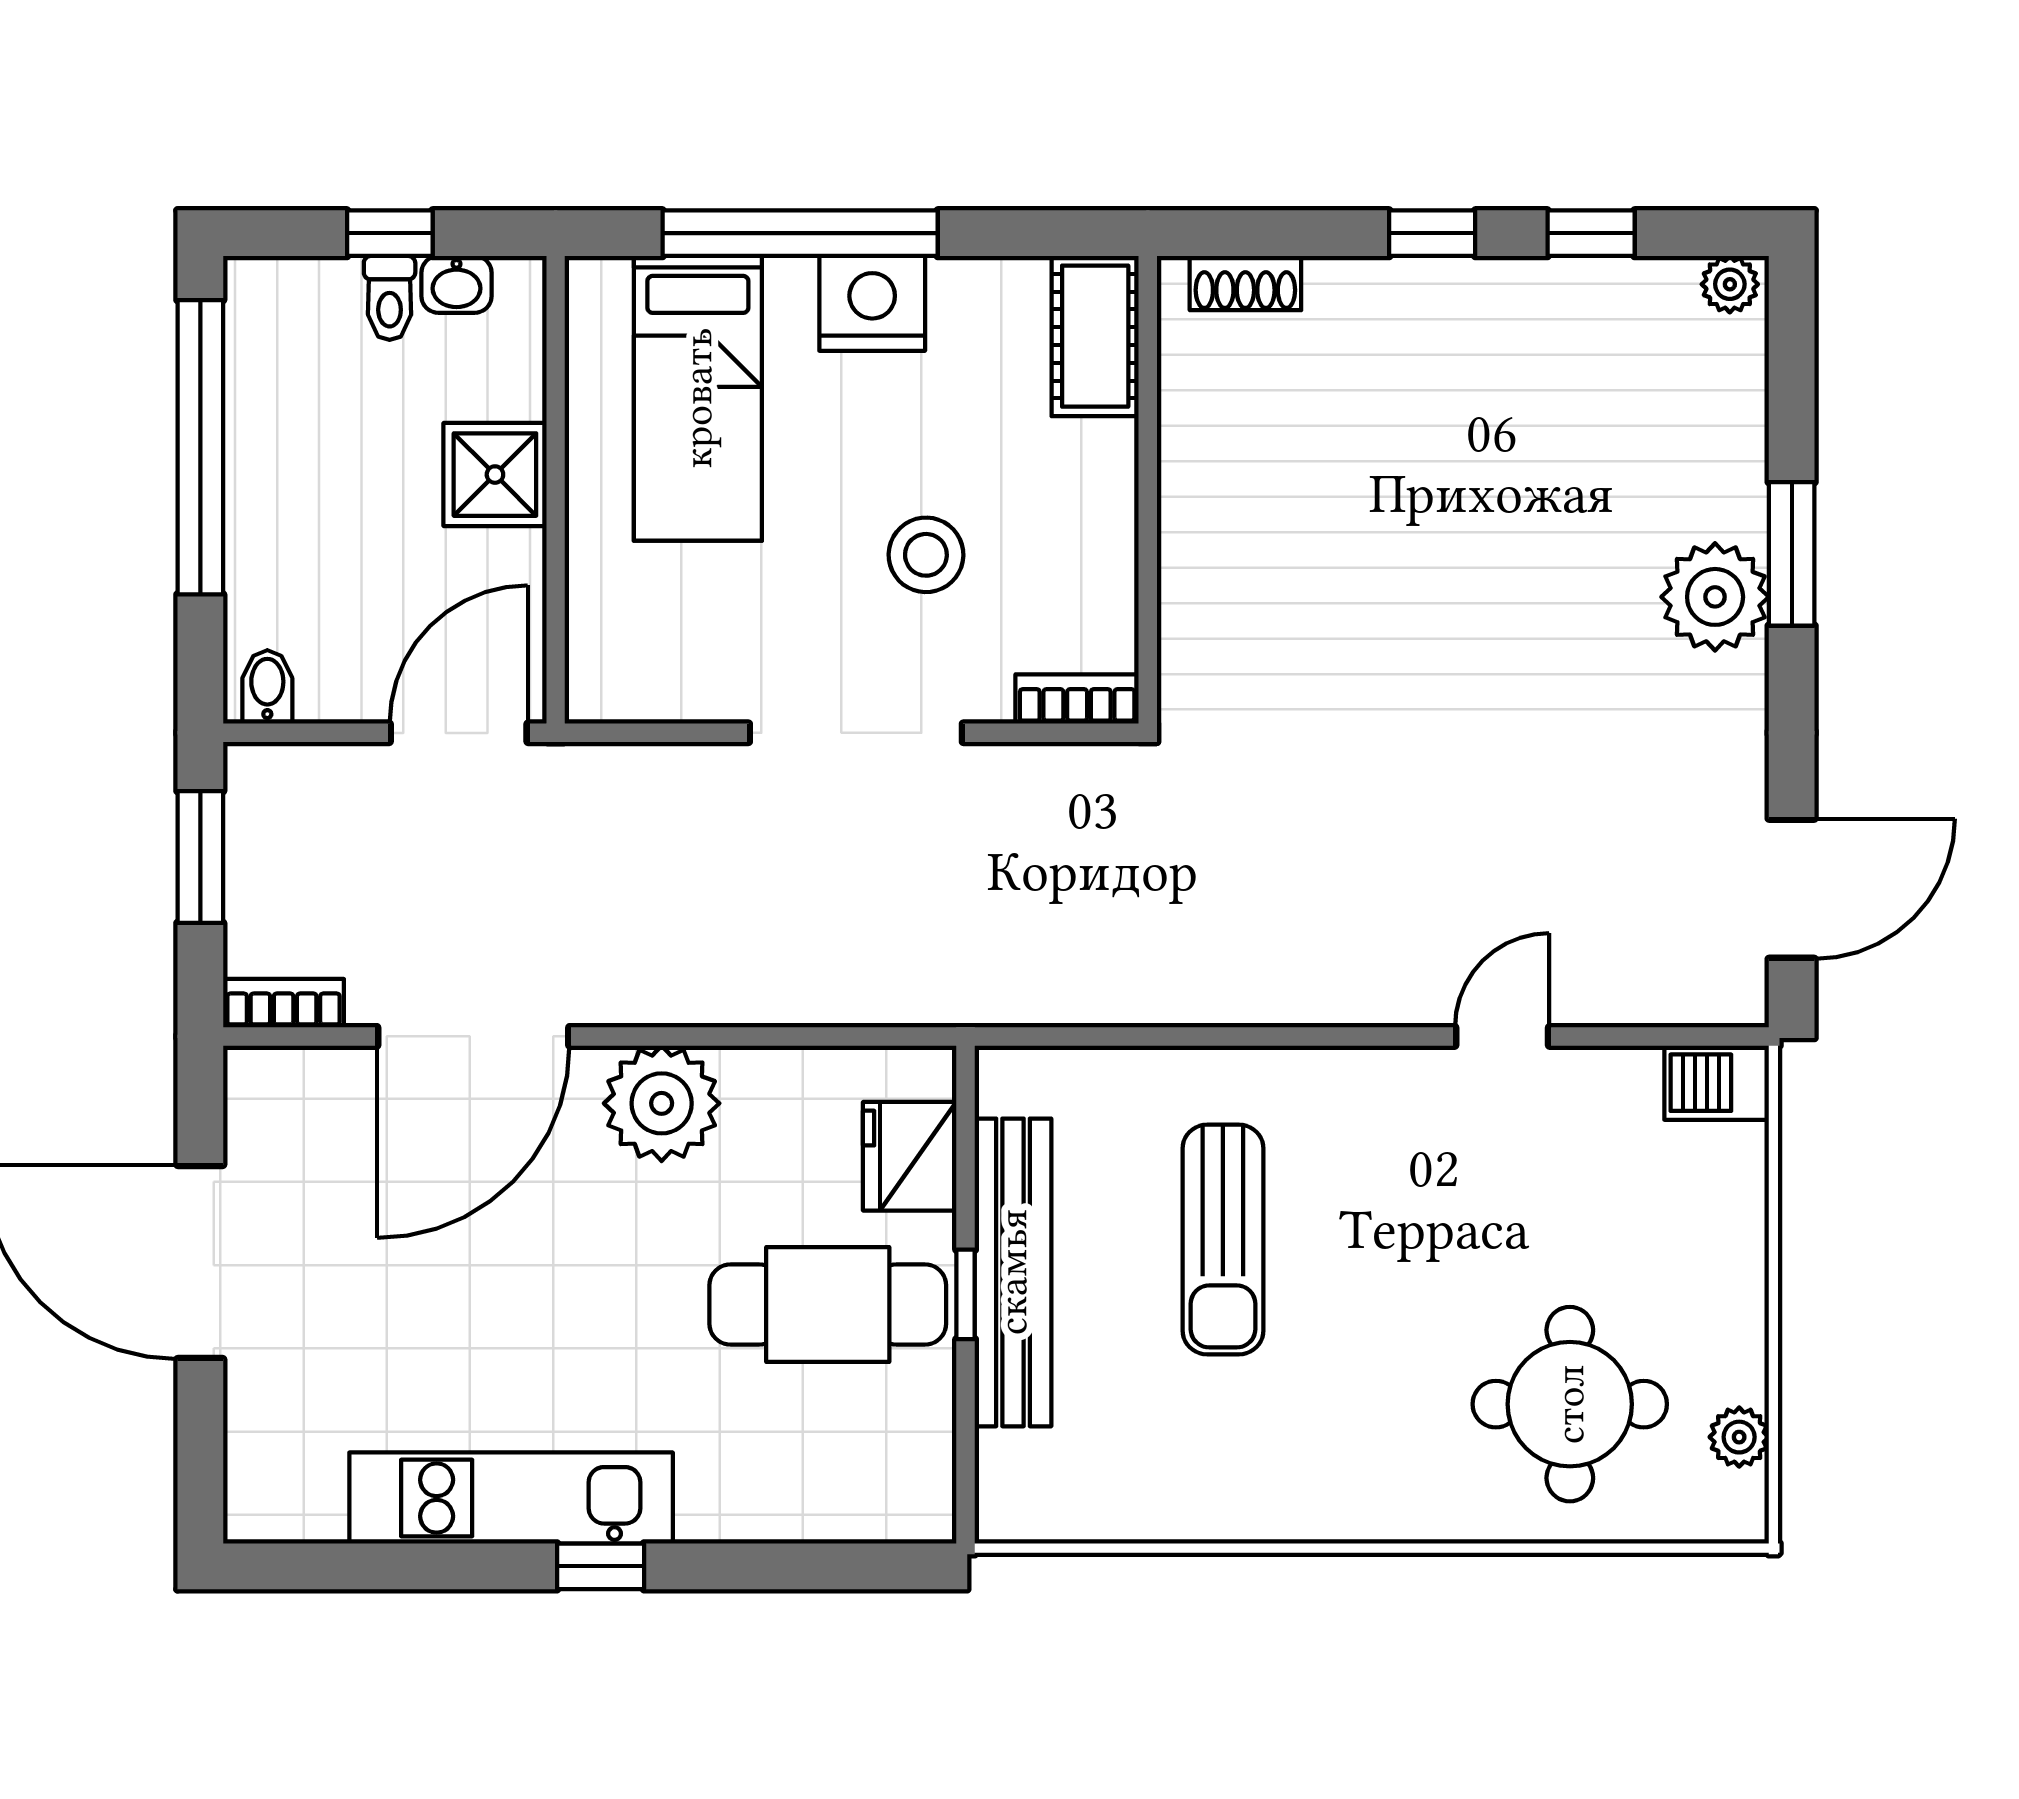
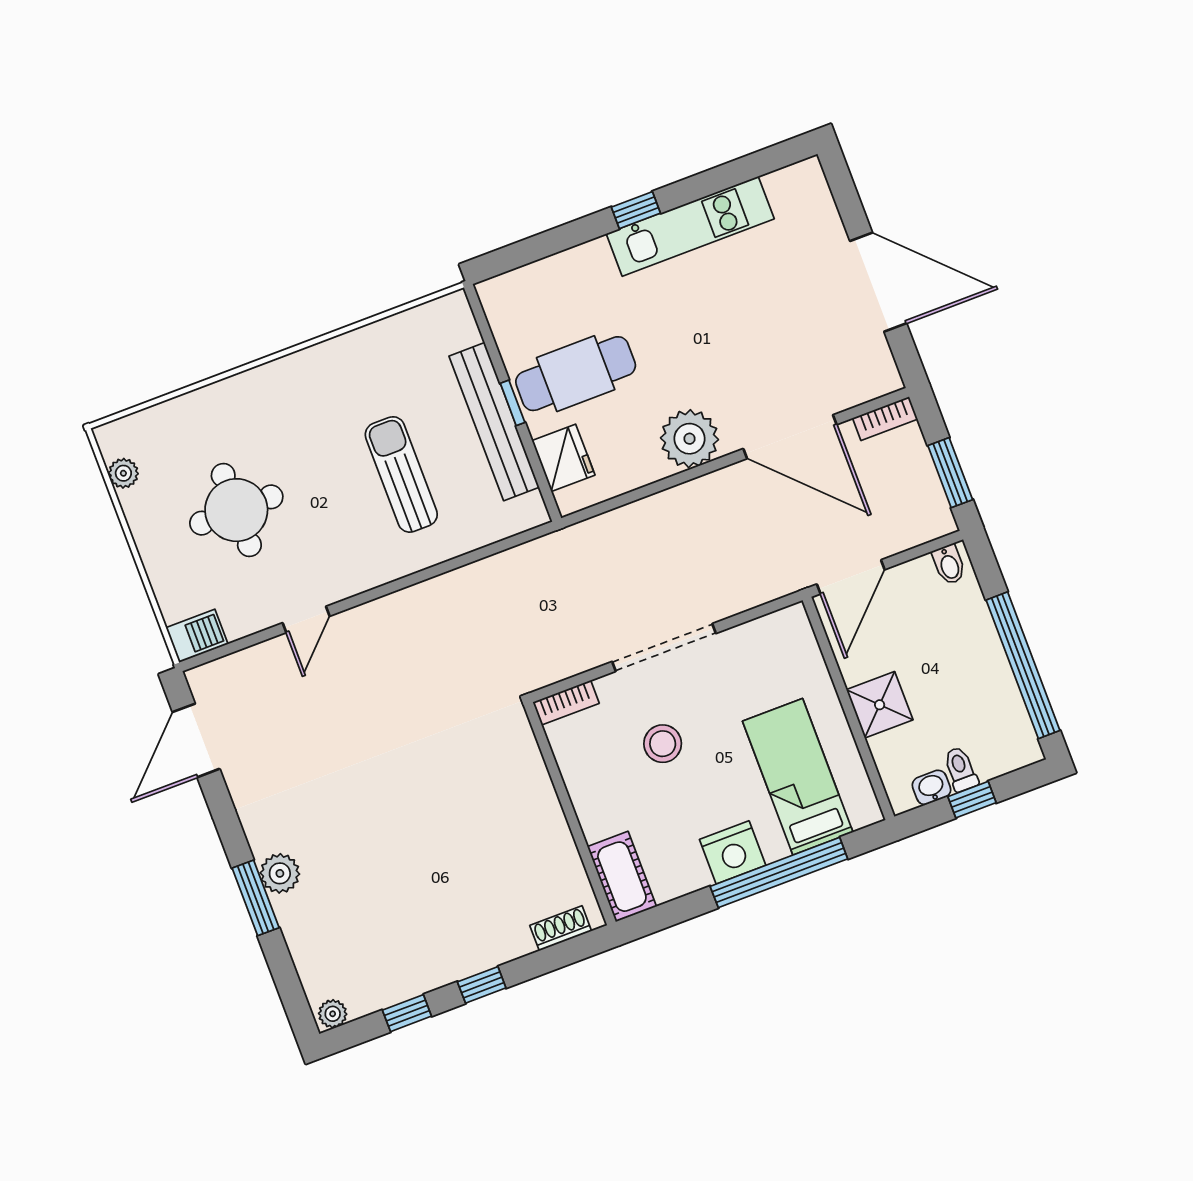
plant: (1715, 597) -> (280, 873), width x0.73, depth x0.73
door: (473, 1036) -> (790, 437), swing flipped
round table: (1570, 1404) -> (236, 510), moved

